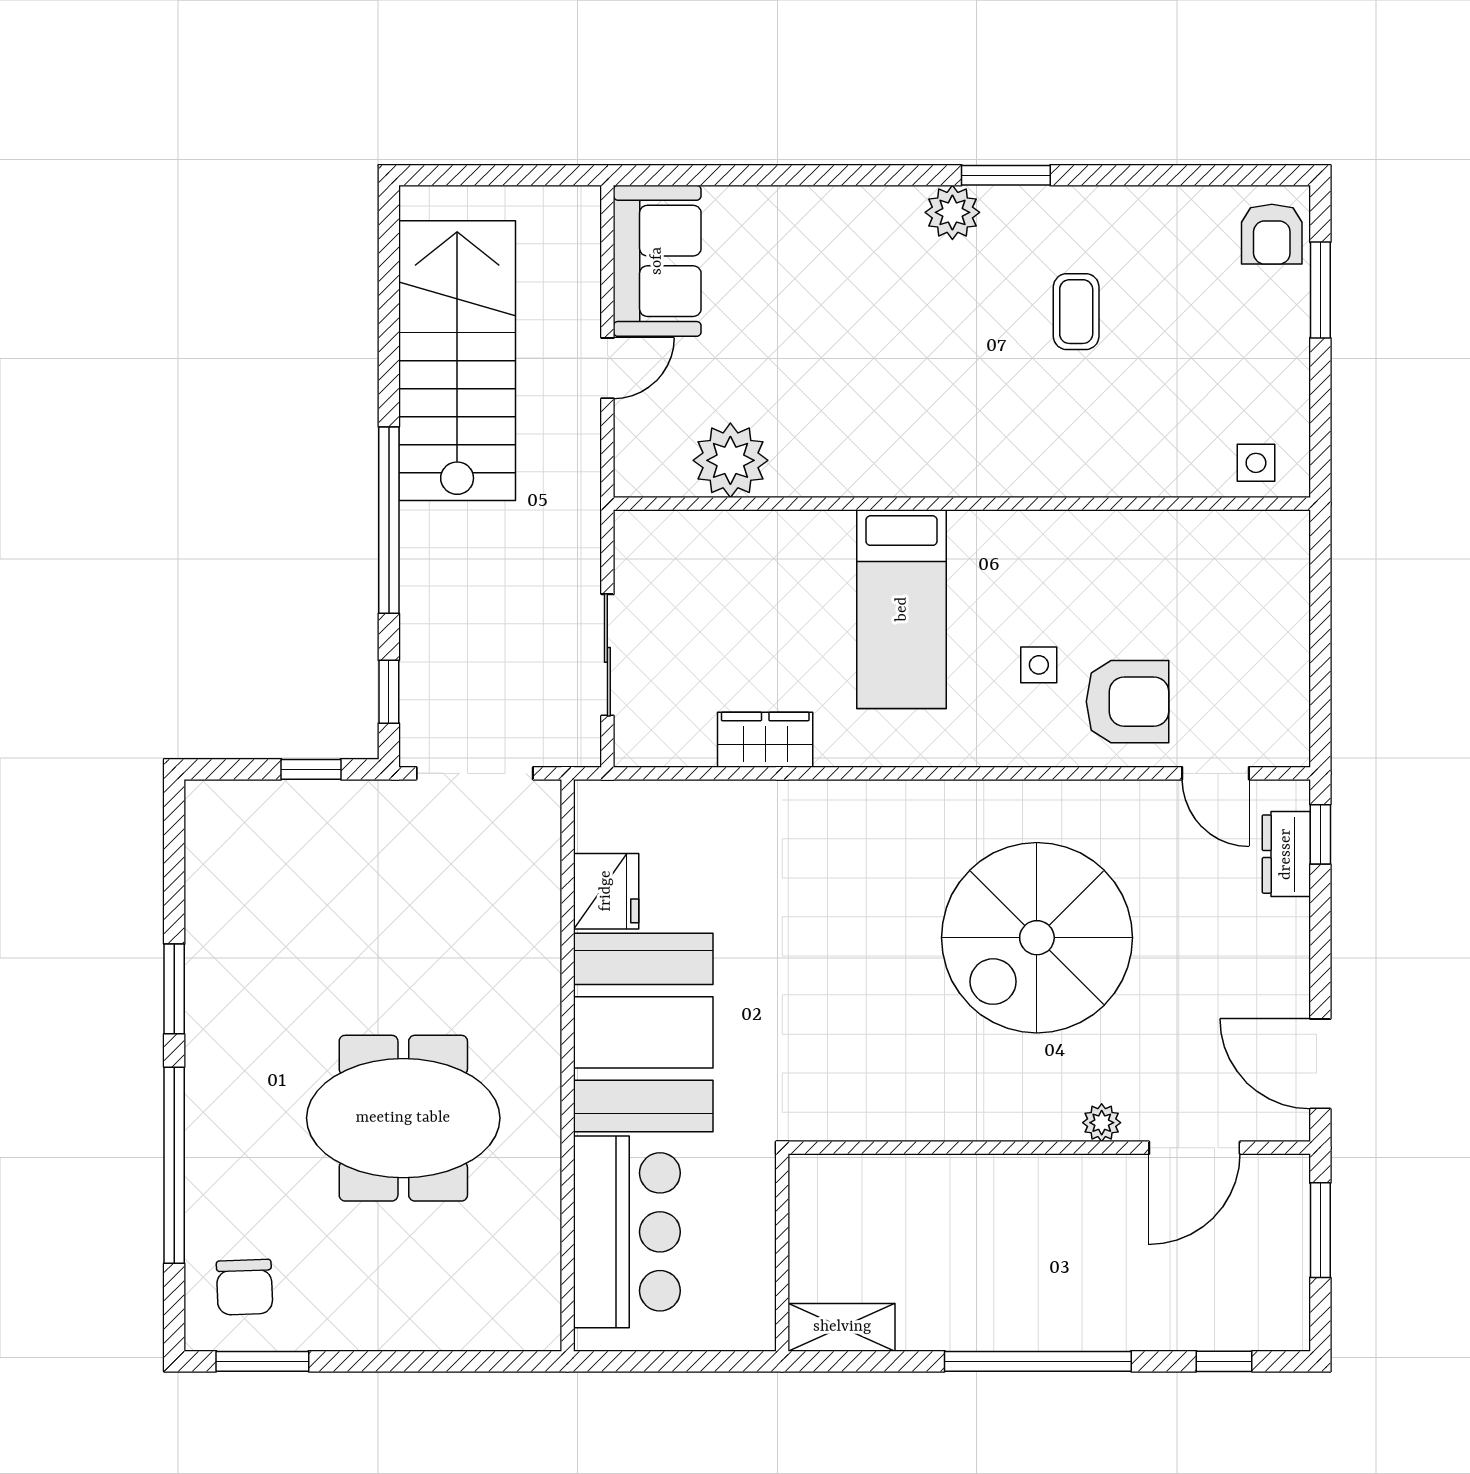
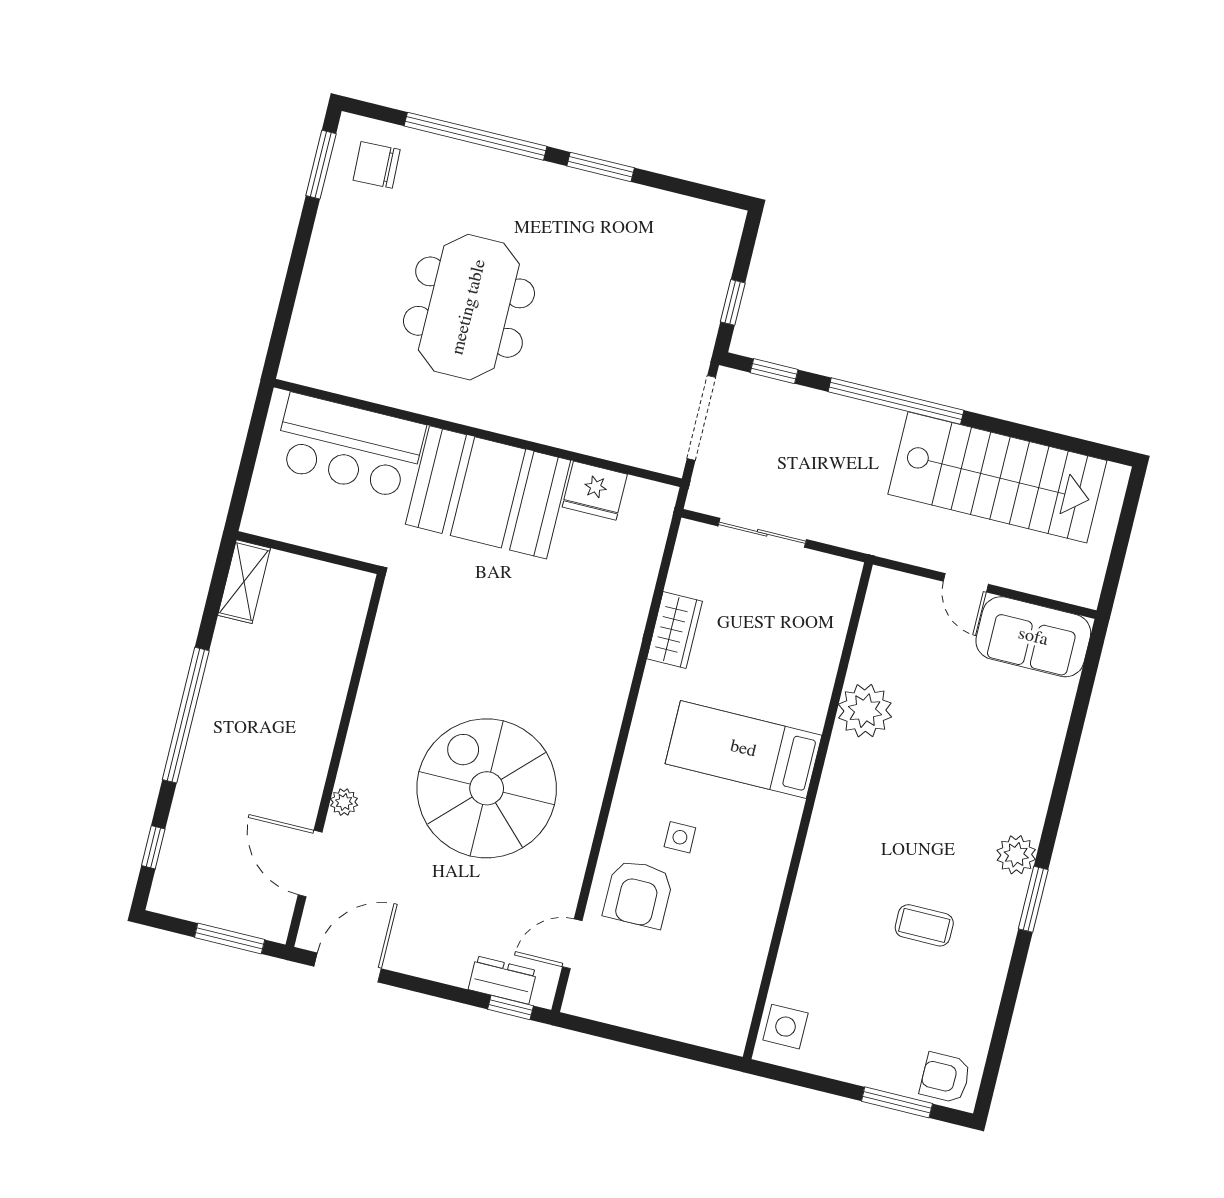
plant: (730, 460) -> (865, 711), moved
side table: (1256, 463) -> (785, 1027), width x1.37, depth x1.37

